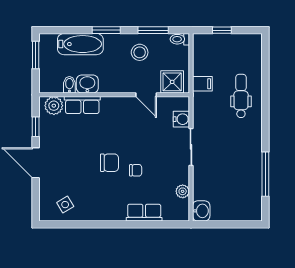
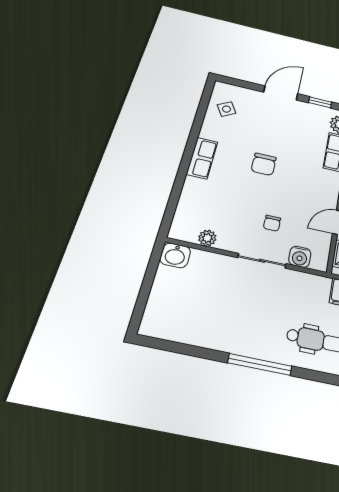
chair: (136, 170) -> (272, 223), moved
window: (265, 174) -> (260, 364), moved
row of seats: (144, 213) -> (202, 158), moved

